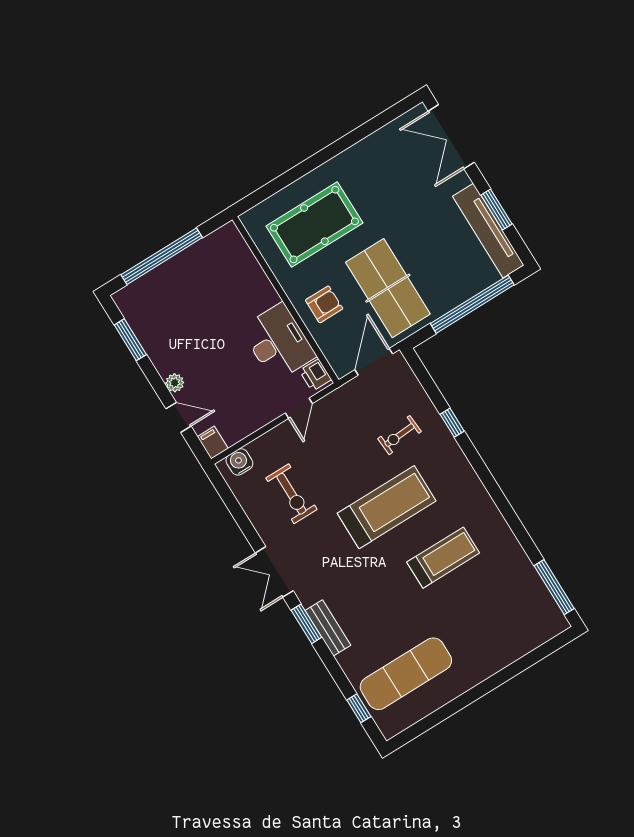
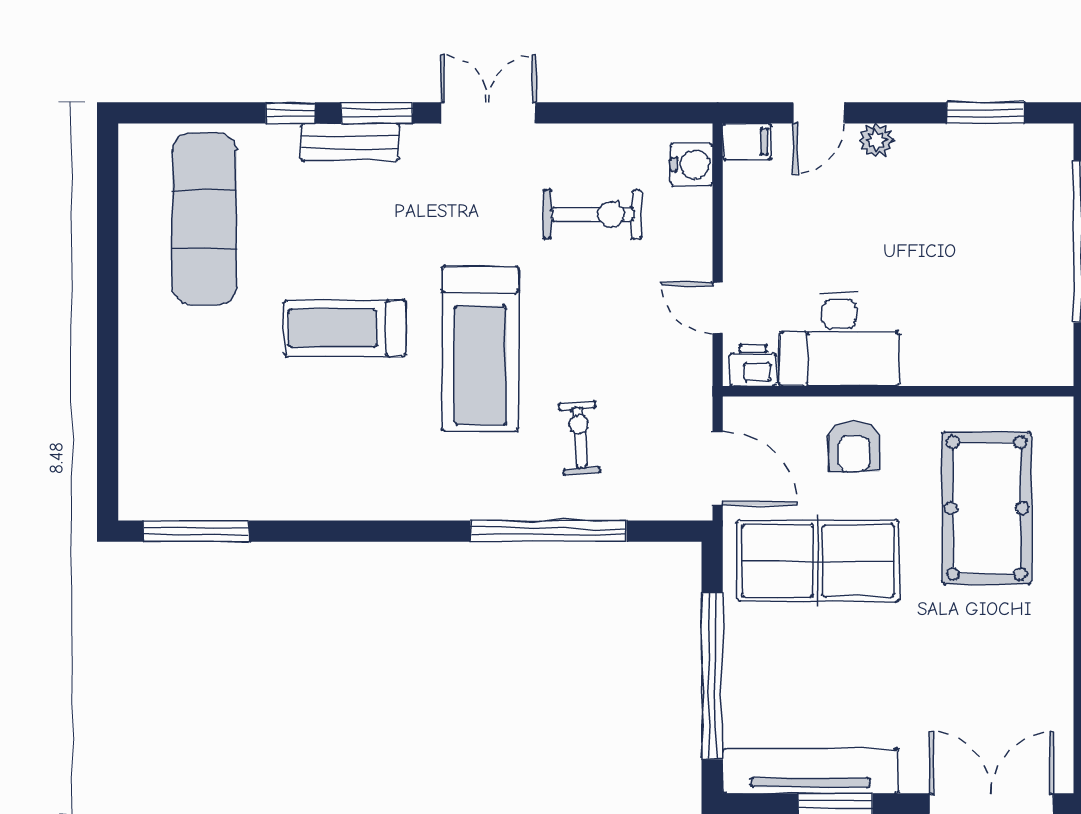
window: (452, 423) -> (548, 531), width x3.17
exercise bike: (291, 494) -> (592, 214), turned 180
treadmill: (443, 558) -> (345, 328), moved, turned 90
window: (359, 708) -> (290, 113), moved

